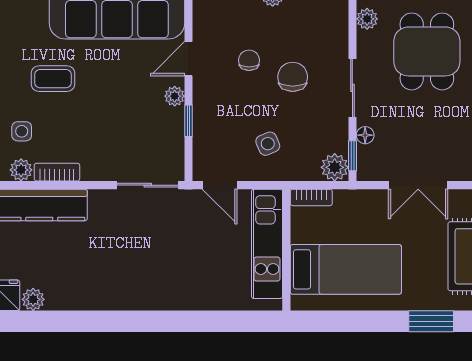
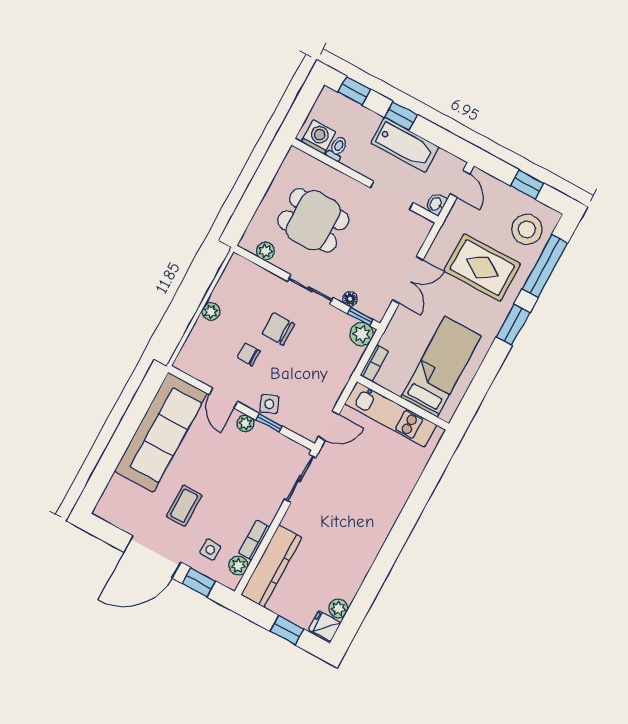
side table: (268, 144) -> (269, 404), moved

